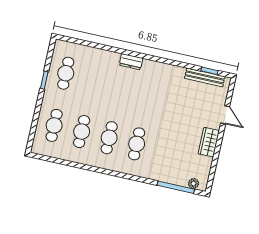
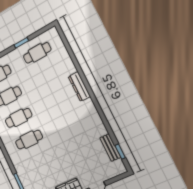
dresser: (131, 62) -> (79, 87), width x1.44
bench: (205, 77) -> (110, 148), width x0.73

